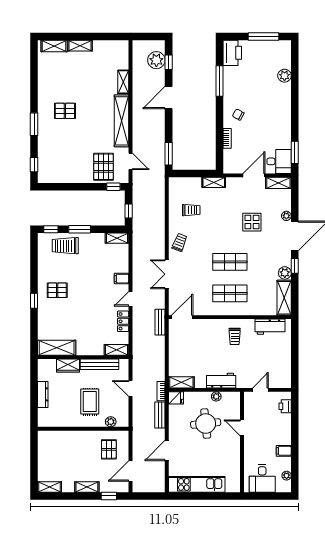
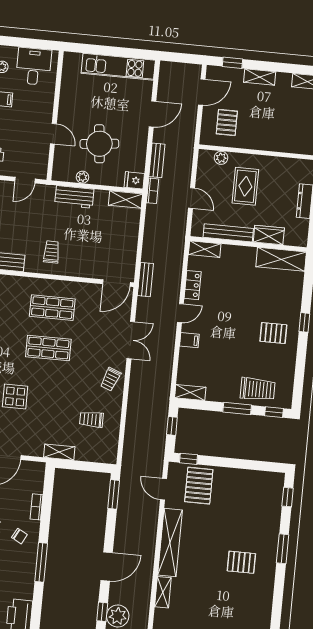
window: (220, 81) -> (41, 562), moved

